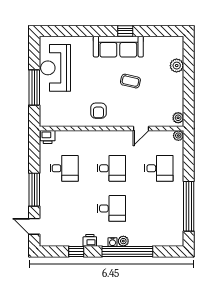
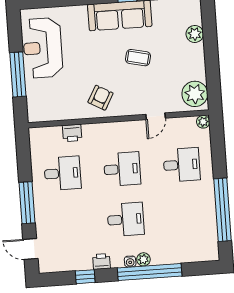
armchair: (98, 111) -> (100, 98), turned -151
plant: (178, 118) -> (195, 94), width x1.88, depth x1.88
printer: (48, 137) -> (72, 133), moved

